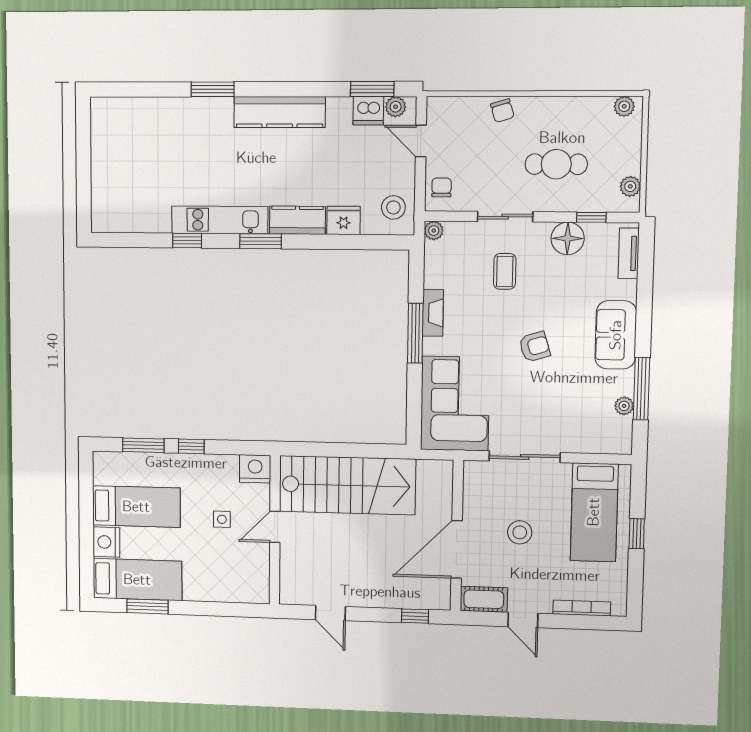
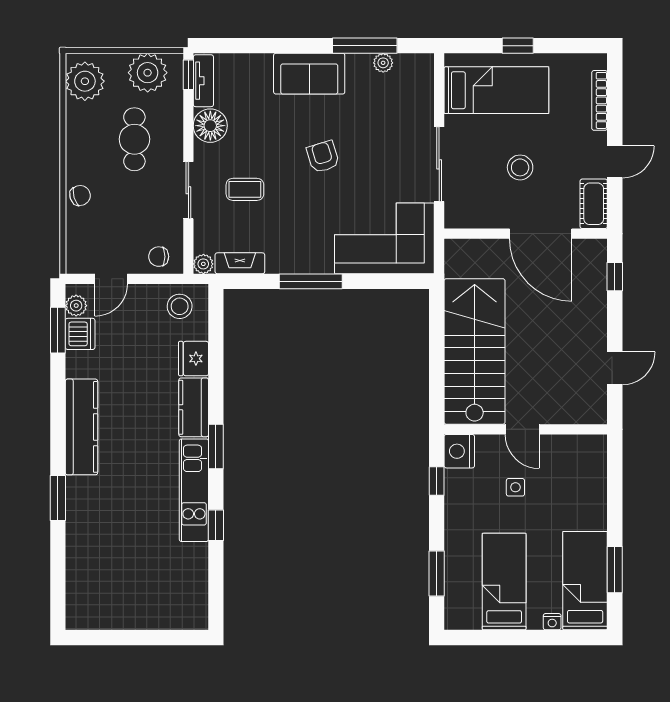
plant: (624, 106) -> (85, 81), width x1.88, depth x1.88
plant: (630, 186) -> (148, 73), width x1.87, depth x1.87
window: (591, 217) -> (188, 75), moved
tv unit: (629, 253) -> (203, 81), moved, turned -90
fireplace: (433, 313) -> (240, 263), moved
window: (191, 446) -> (437, 481), moved
nightstand: (106, 542) -> (552, 622), width x0.53, depth x0.56

